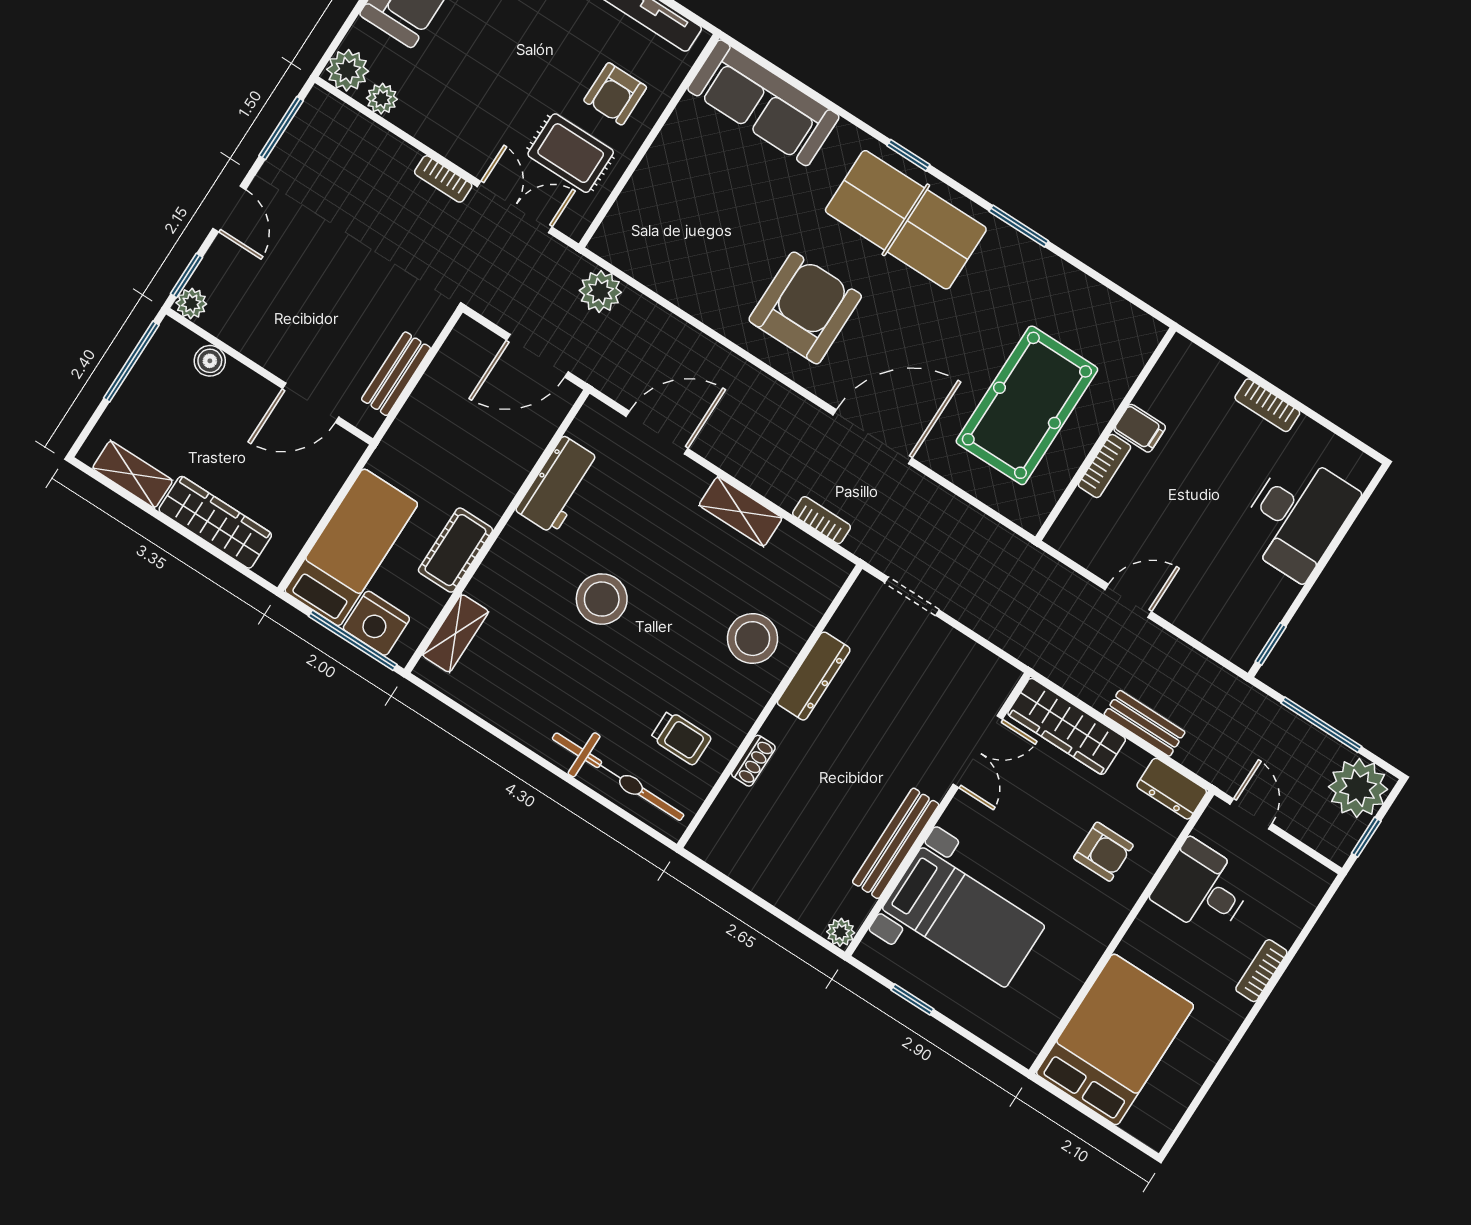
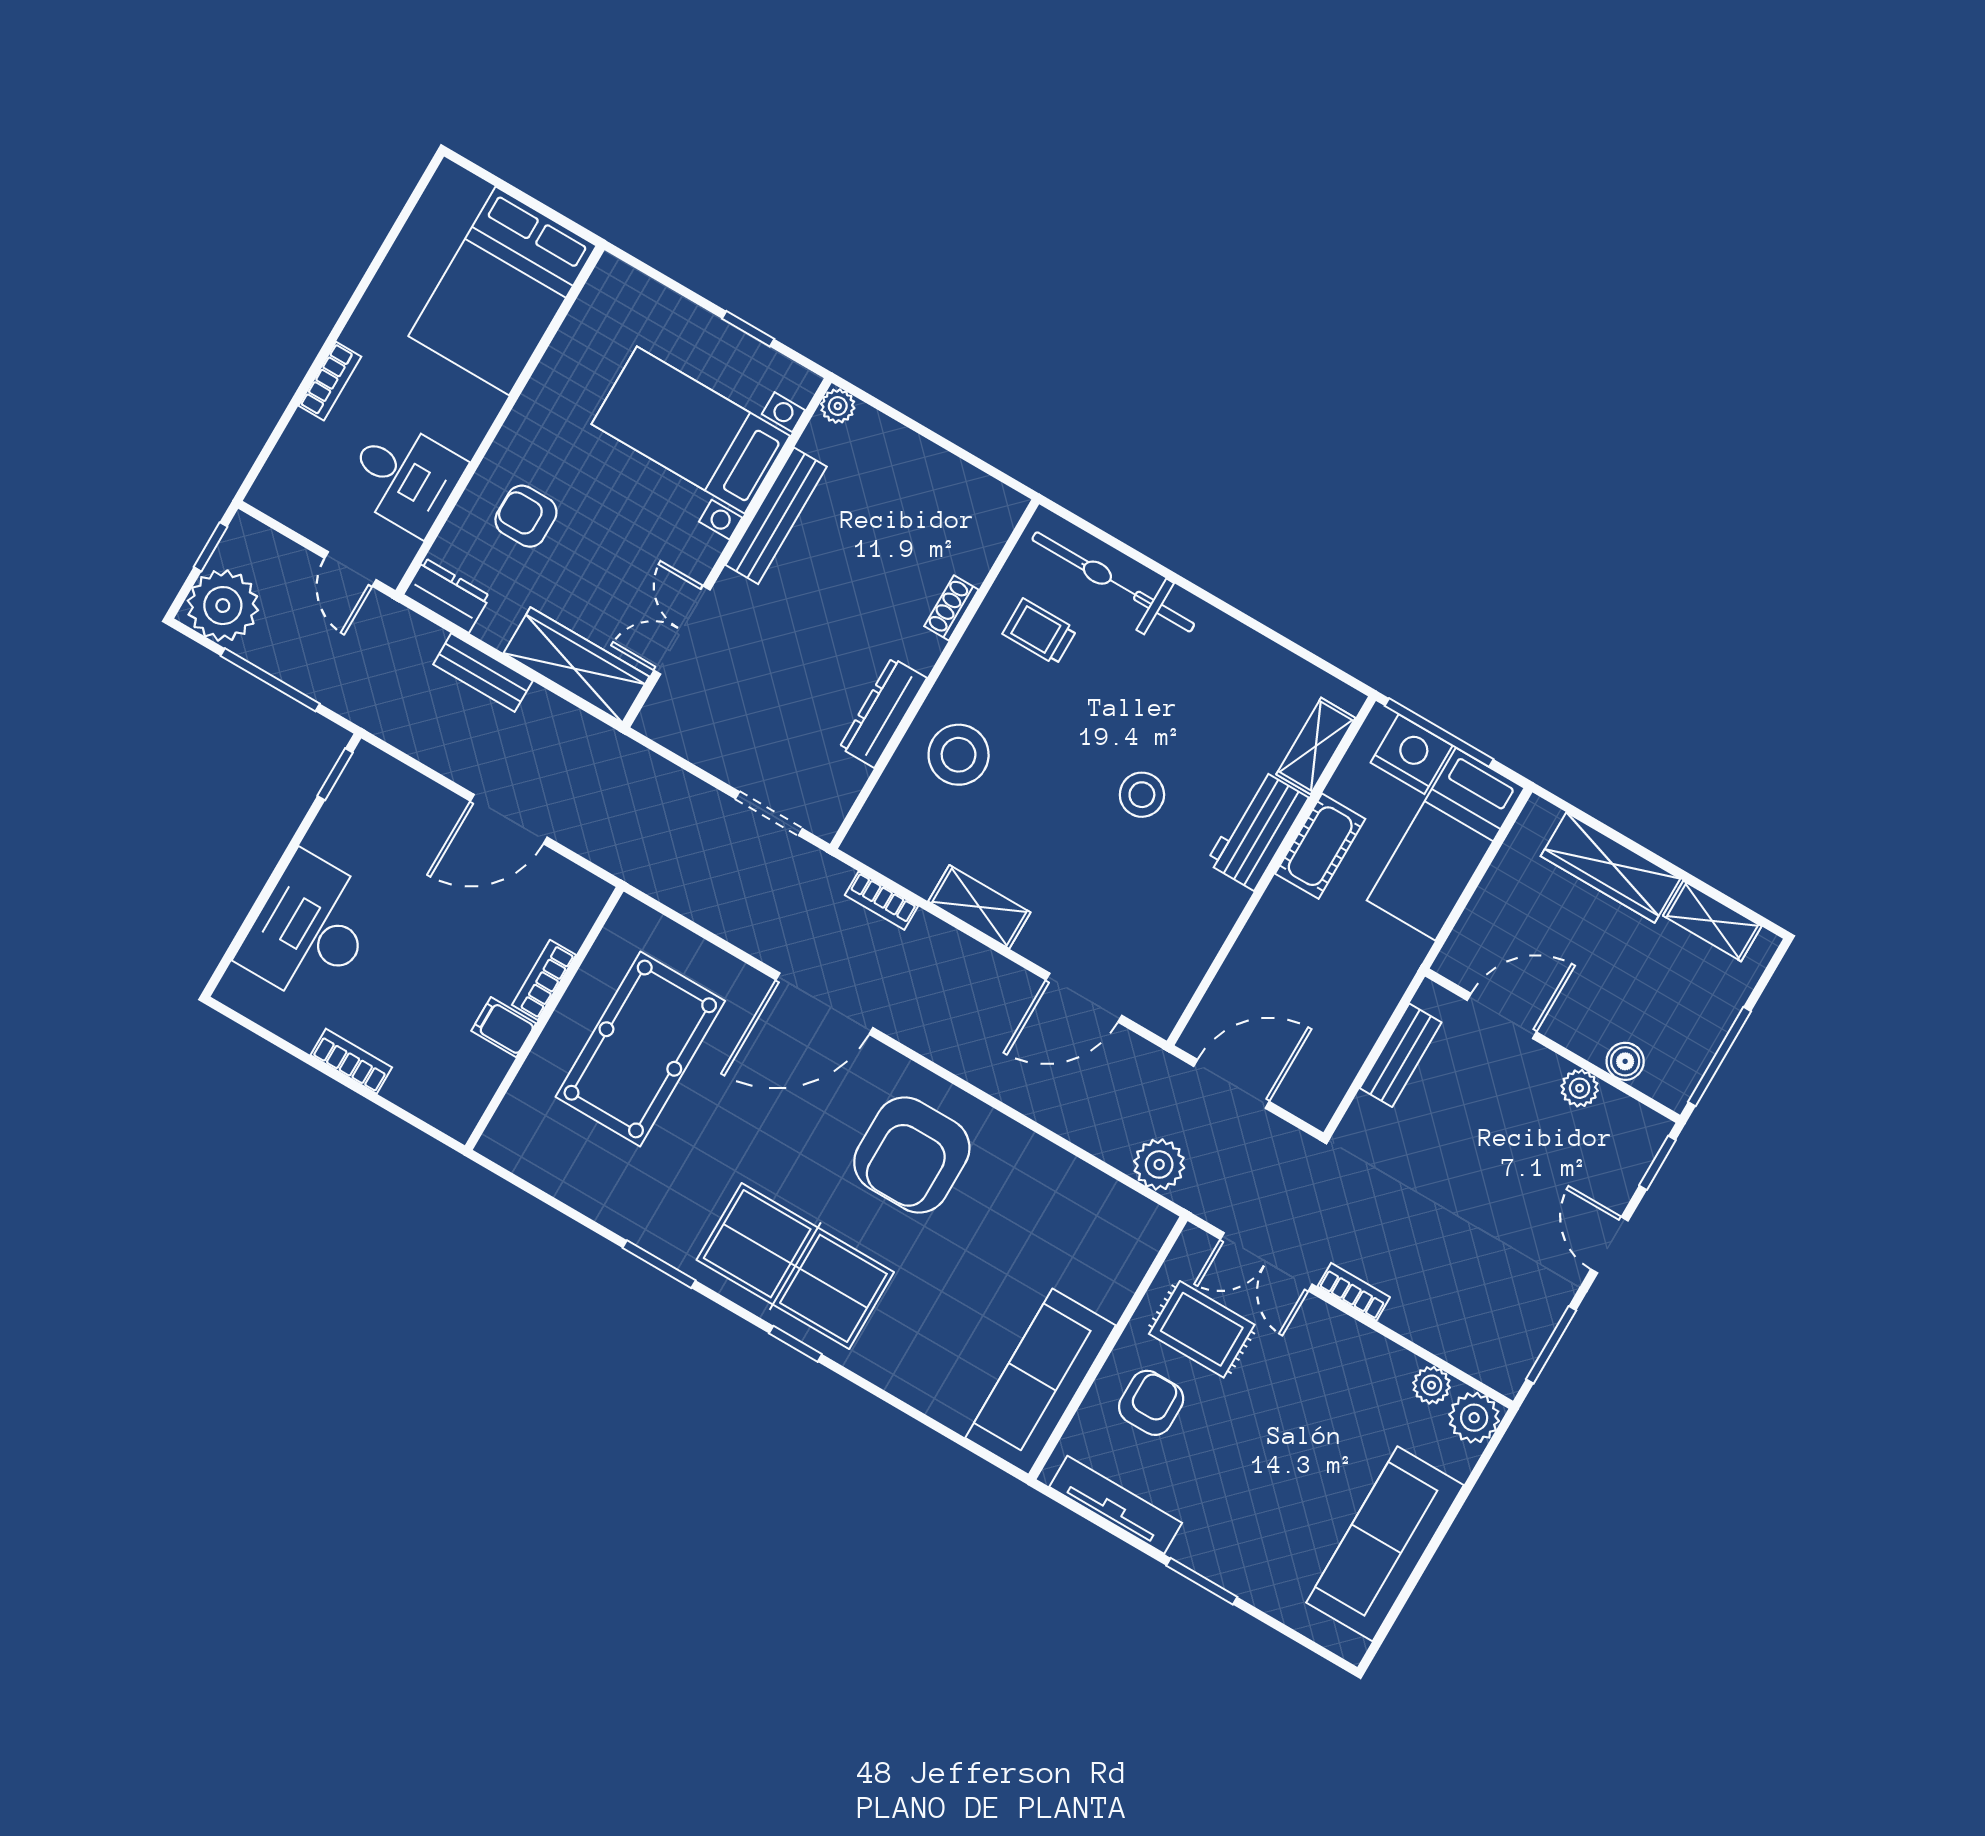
sofa: (763, 103) -> (1041, 1382), moved, turned -90
plant: (191, 303) -> (1580, 1088), moved
workbench: (559, 485) -> (1257, 830), moved
stool: (602, 599) -> (1142, 795), width x0.73, depth x0.73
door: (1128, 601) -> (509, 819), width x1.38

